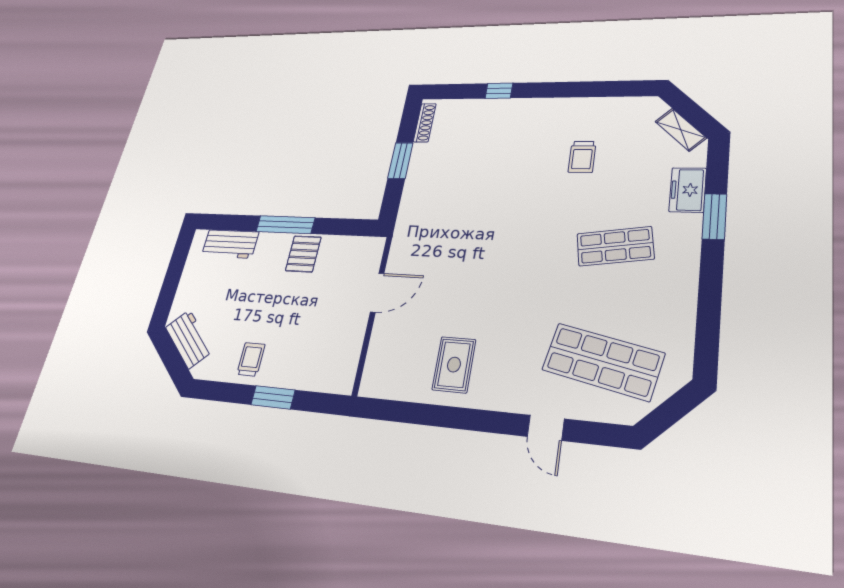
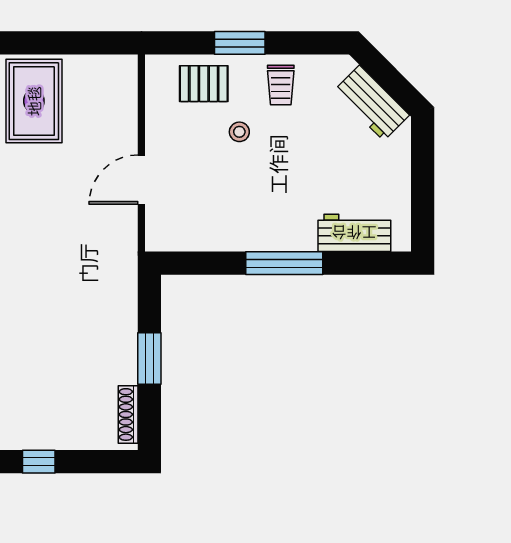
pallet: (303, 254) -> (204, 84), moved, turned 90
stool: (292, 325) -> (239, 132), added
rug: (454, 365) -> (34, 101), width x1.36, depth x1.43

